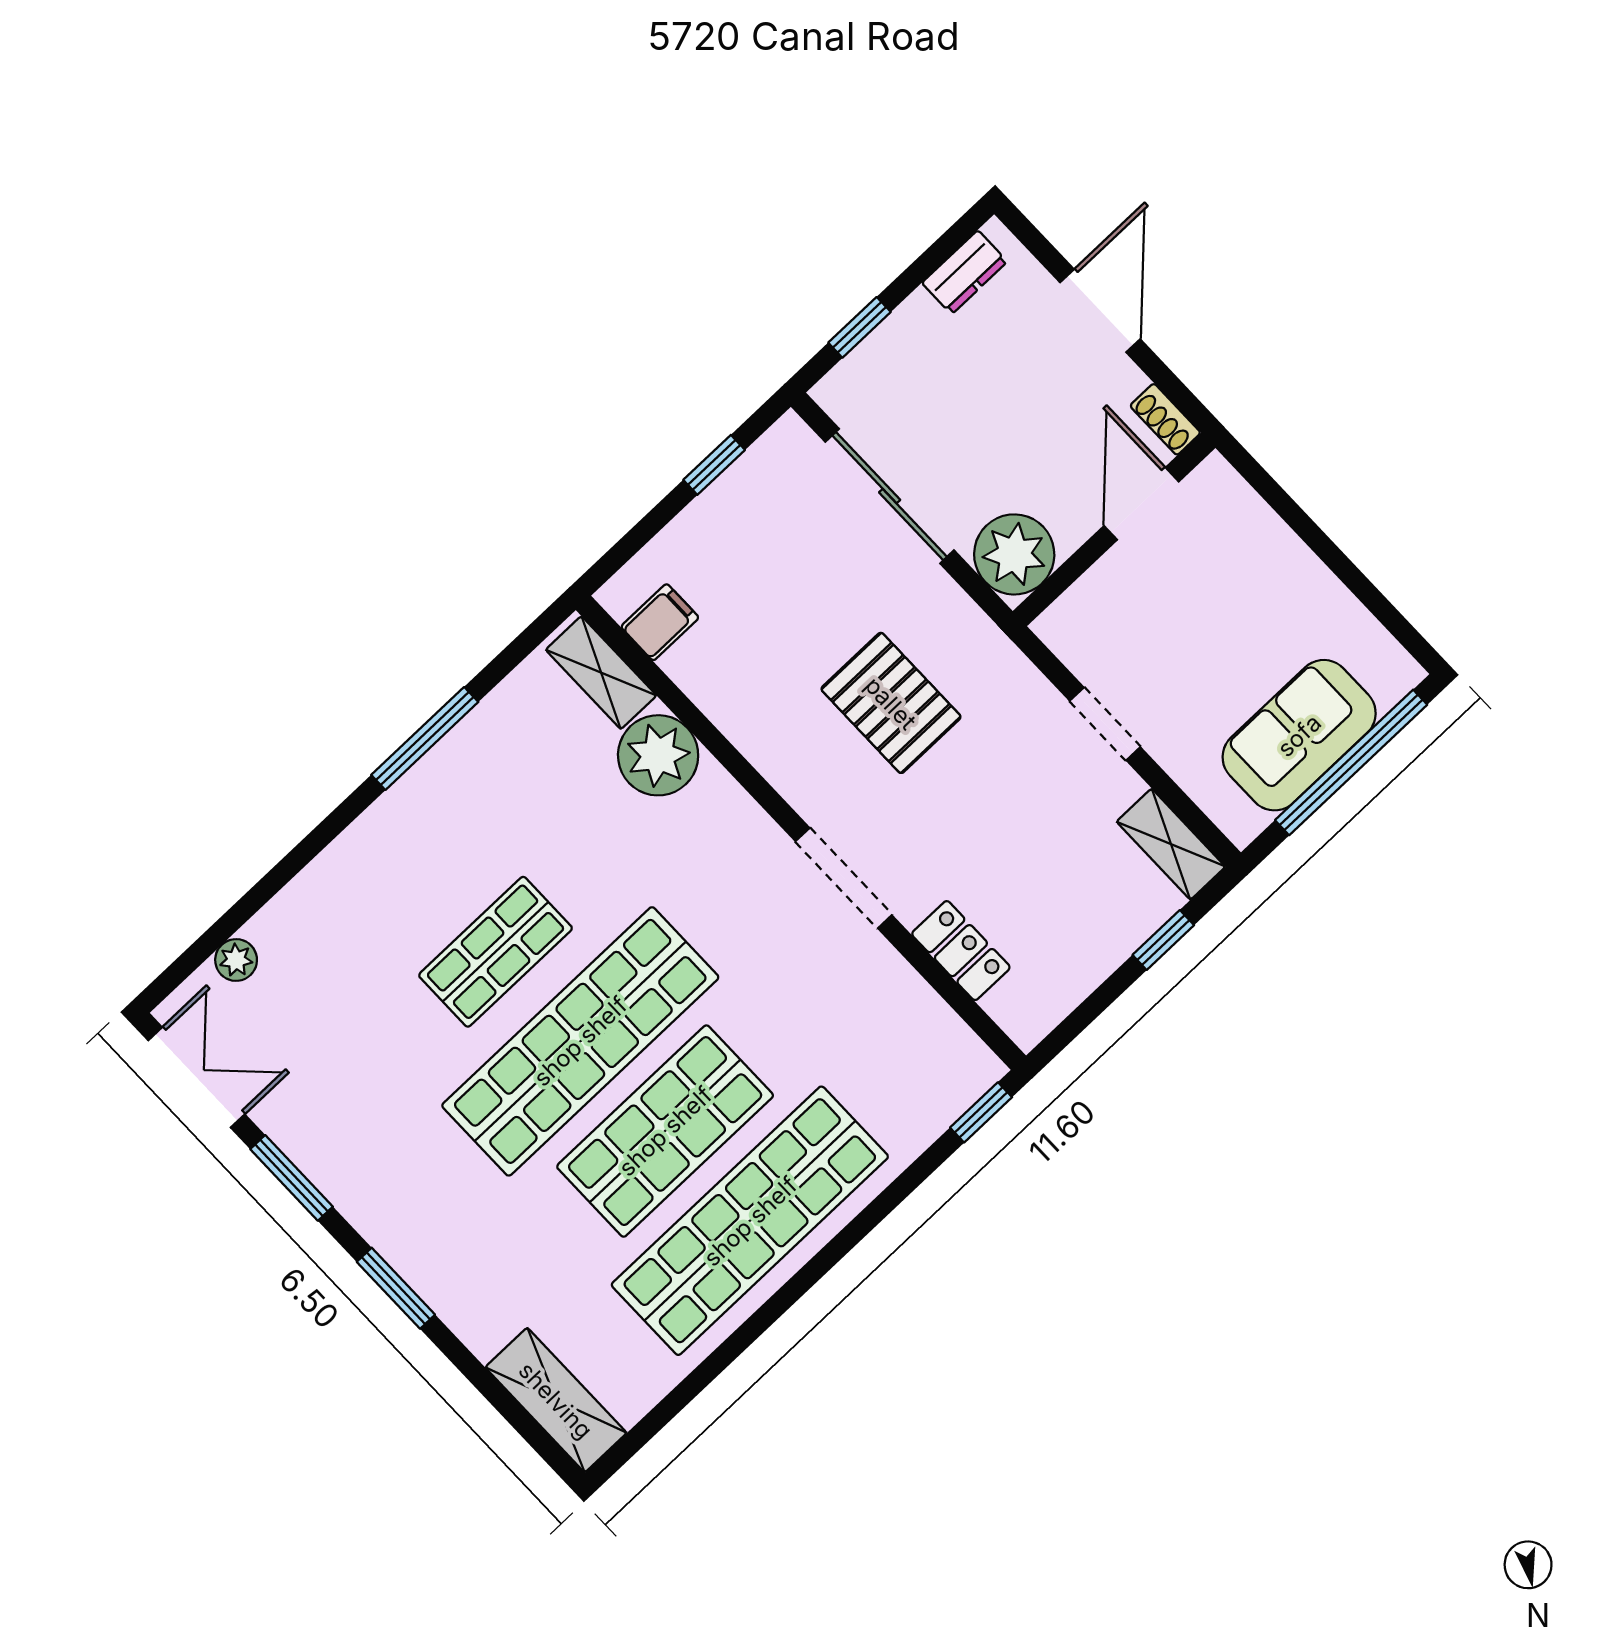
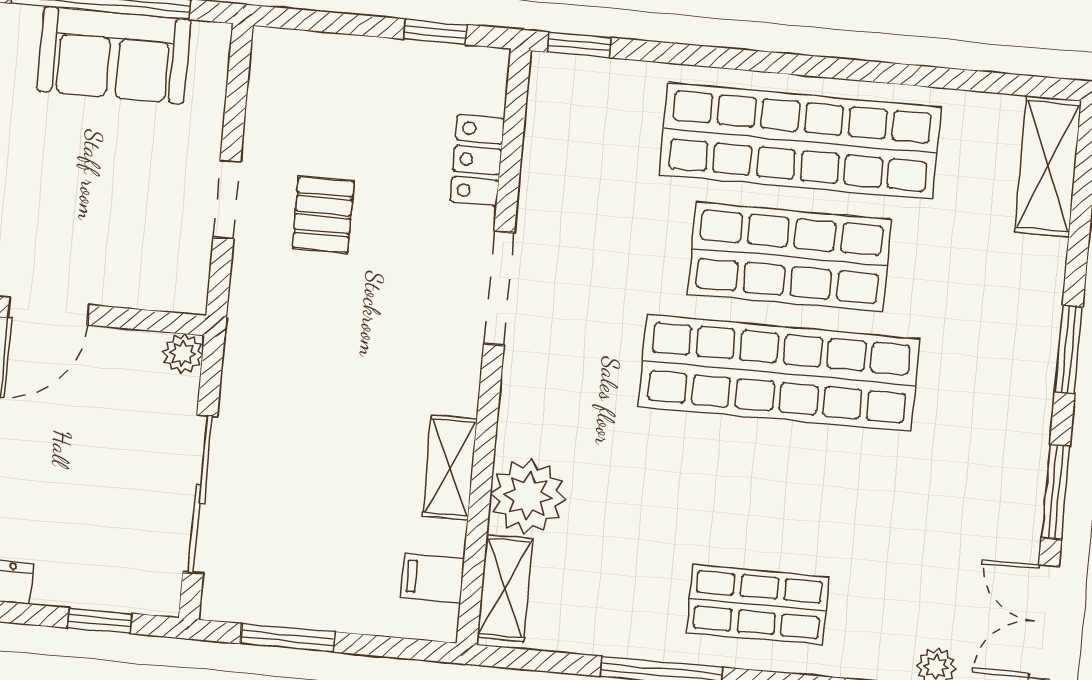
window: (714, 465) -> (287, 638), width x1.50
plant: (1014, 554) -> (183, 354), width x0.53, depth x0.53
pallet: (891, 703) -> (323, 215), moved, width x0.67, depth x0.71
shelving: (1171, 844) -> (450, 467), moved
window: (1163, 940) -> (435, 32), moved
shop shelf: (496, 952) -> (758, 605), moved

